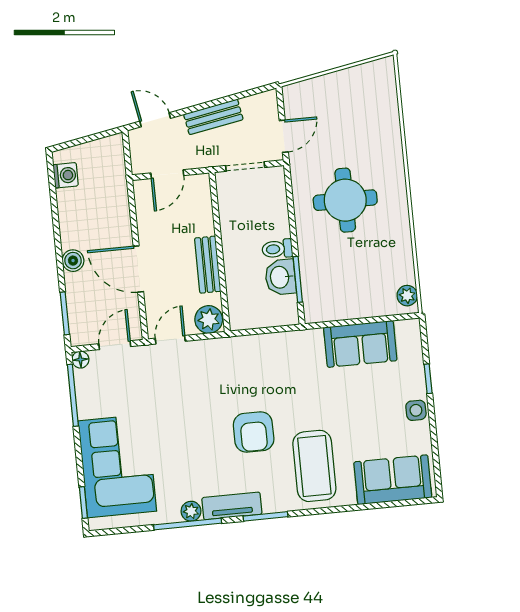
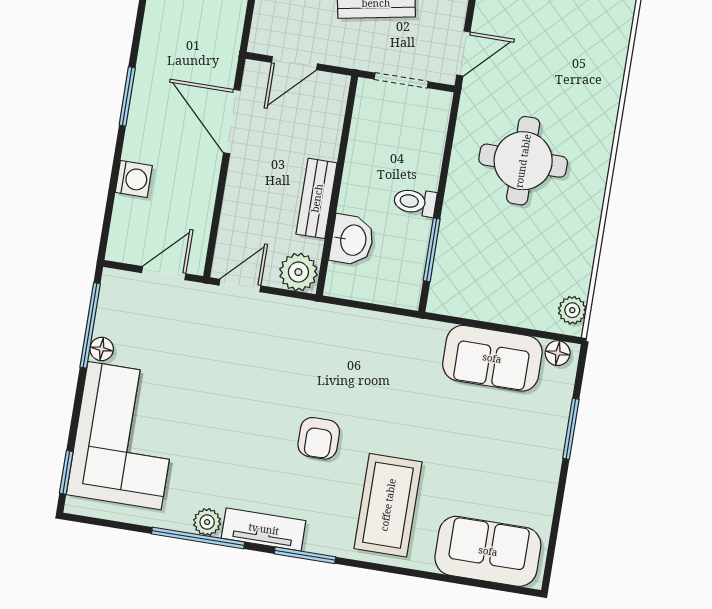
washing machine: (66, 175) -> (134, 179), moved
boiler: (73, 261) -> (138, 145), removed
door: (138, 269) -> (232, 122), moved
washbasin: (280, 277) -> (352, 240), moved, turned 180
window: (65, 313) -> (127, 96), moved
floor lamp: (405, 328) -> (558, 353), added
floor lamp: (80, 360) -> (102, 349), moved
window: (428, 379) -> (571, 429), width x1.50
side table: (416, 410) -> (543, 467), removed
armchair: (254, 432) -> (319, 438), width x0.72, depth x0.72

